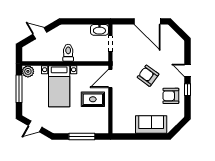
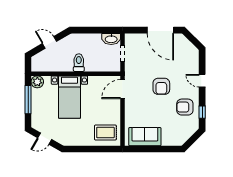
armchair: (148, 76) -> (161, 86), turned -126
window: (188, 90) -> (202, 112), moved
rug: (93, 99) -> (105, 133), moved
sofa: (151, 124) -> (145, 137), moved
window: (82, 136) -> (93, 149), removed

